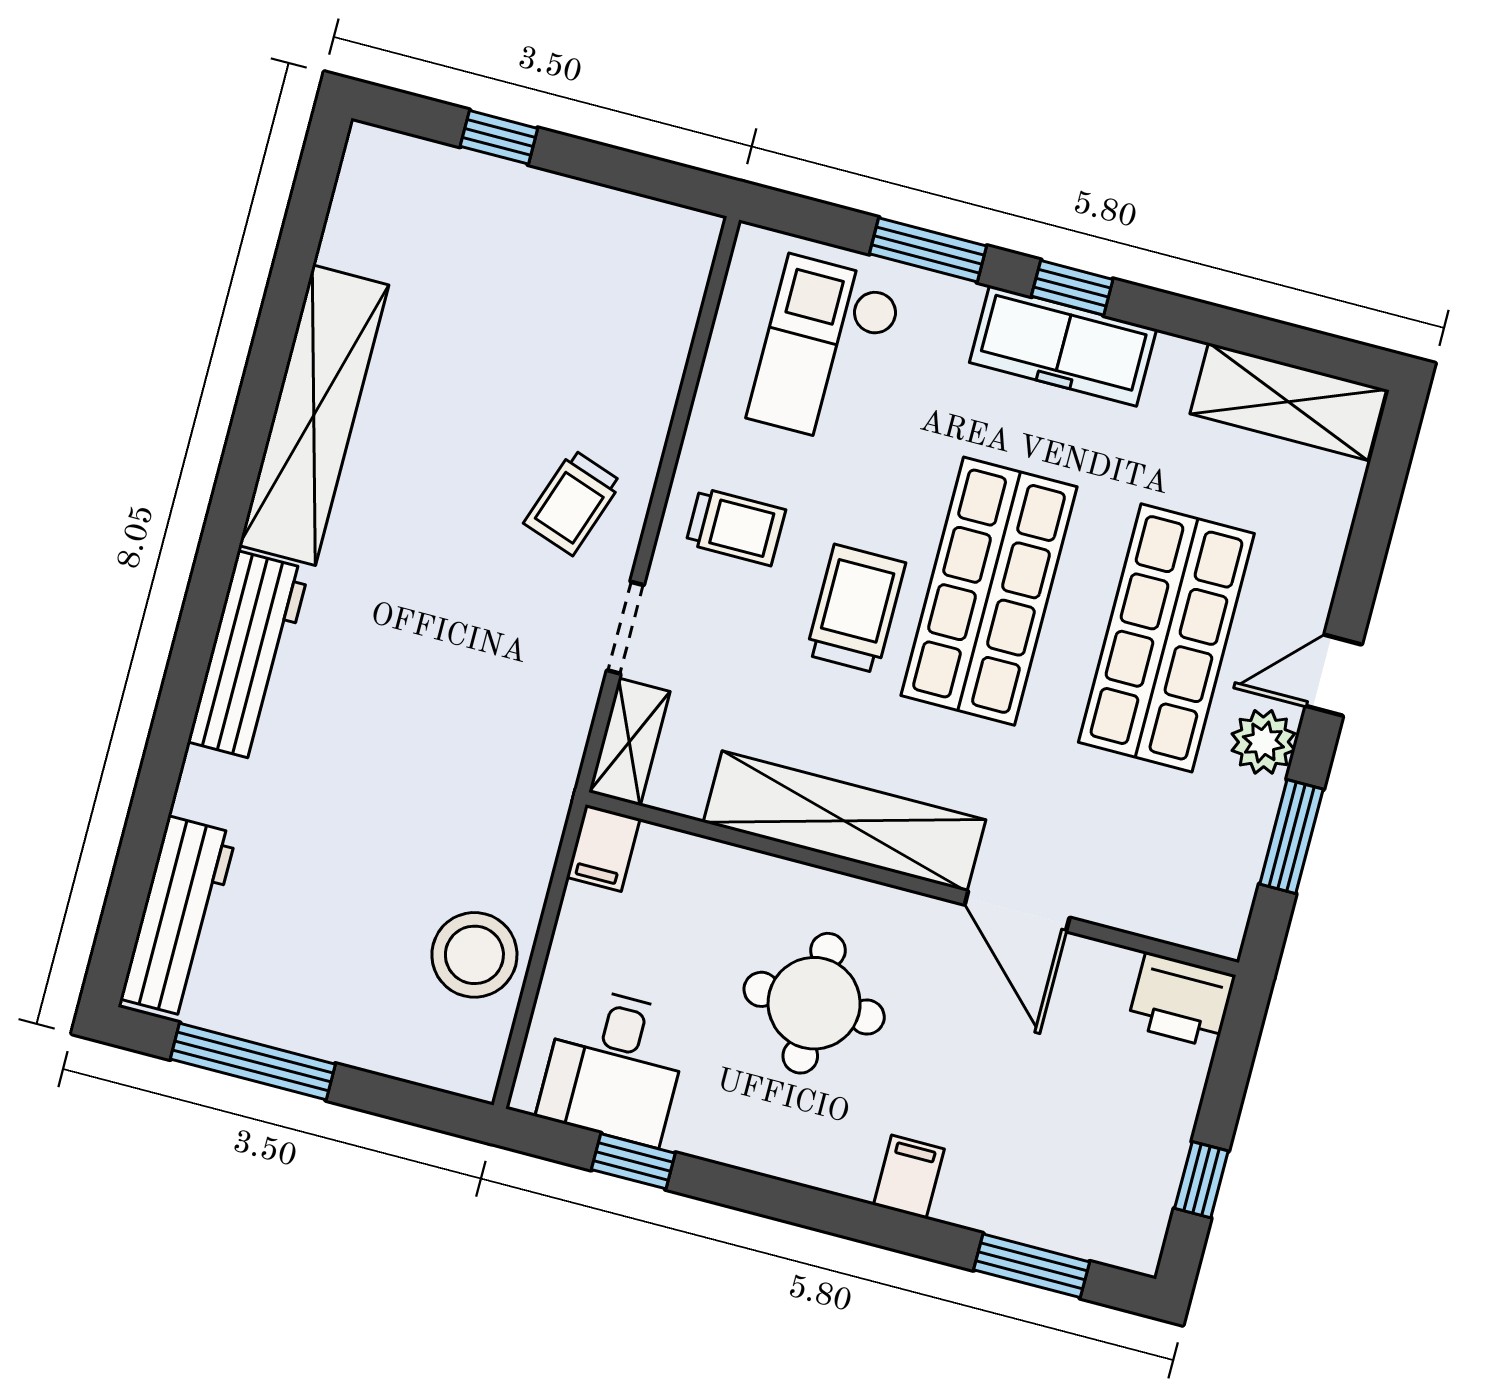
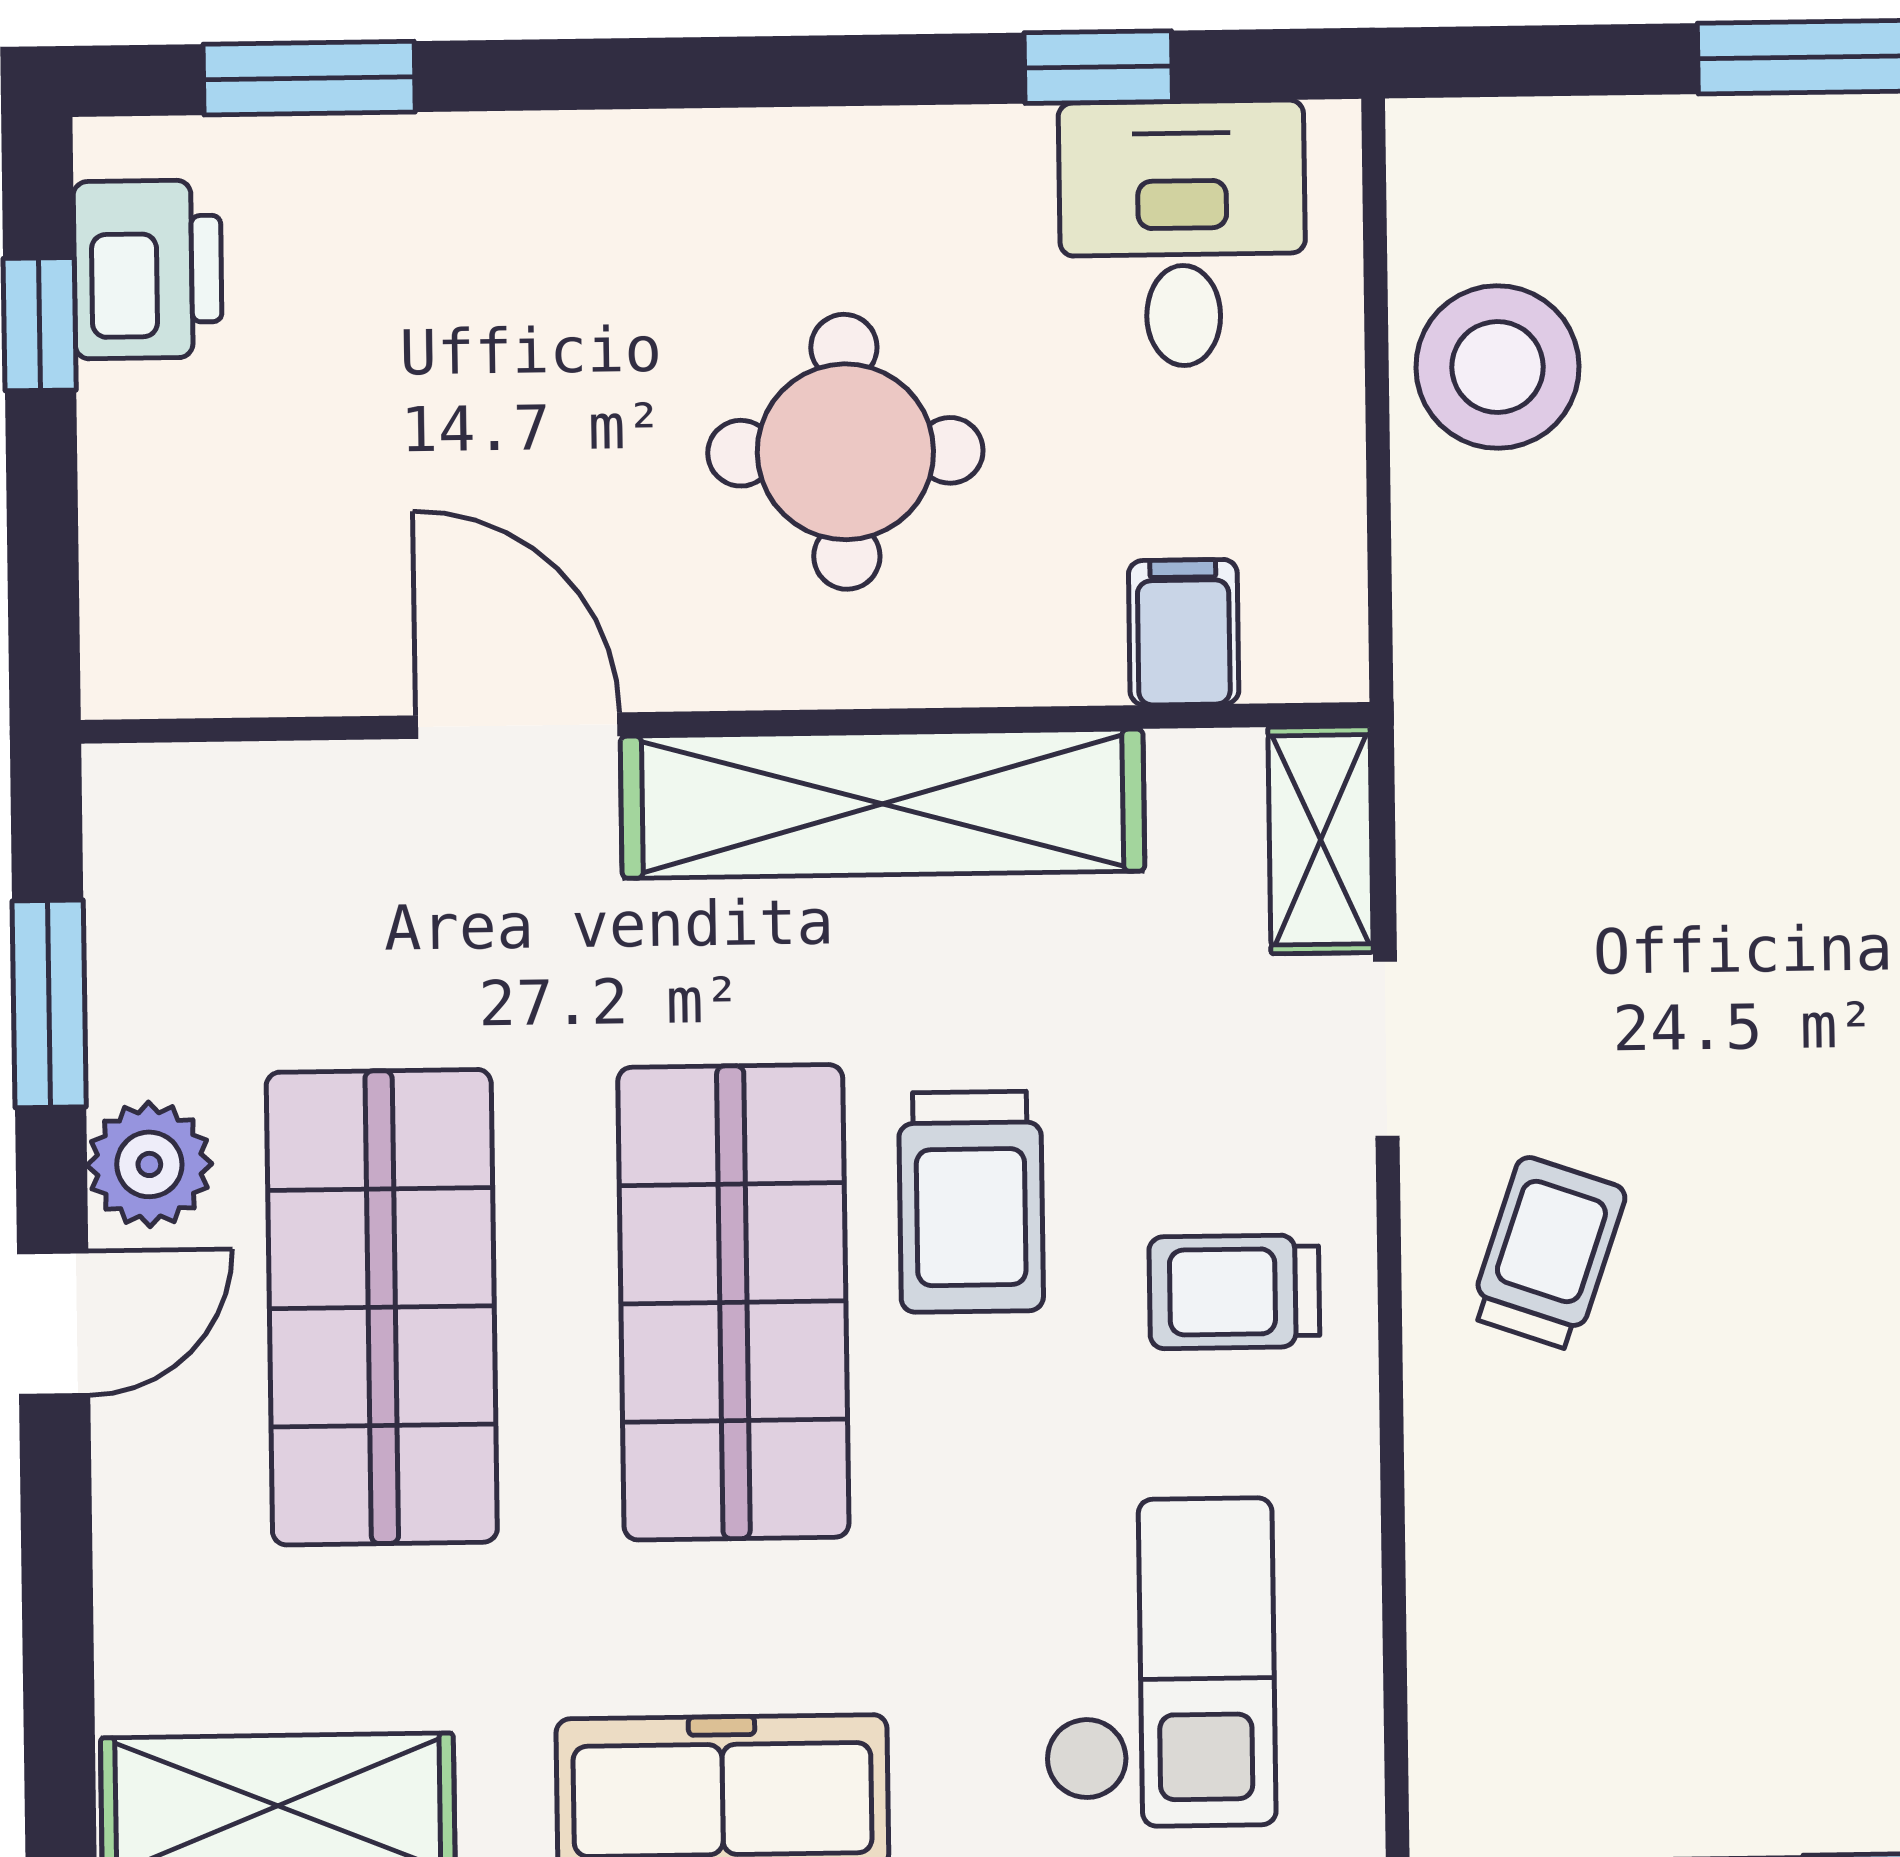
filing cabinet: (603, 848) -> (1184, 632), moved
printer: (1181, 1000) -> (148, 269), moved, turned 90
filing cabinet: (909, 1177) -> (581, 179), removed

